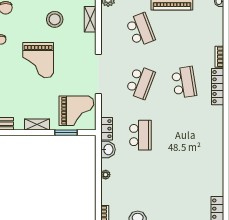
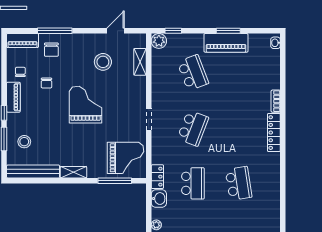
grand piano: (38, 60) -> (86, 105), turned 180
doorway: (98, 74) -> (149, 119), width x0.53
school desk: (184, 82) -> (239, 183), moved
shelving: (37, 124) -> (73, 172), moved
window: (66, 133) -> (115, 181), width x1.44

